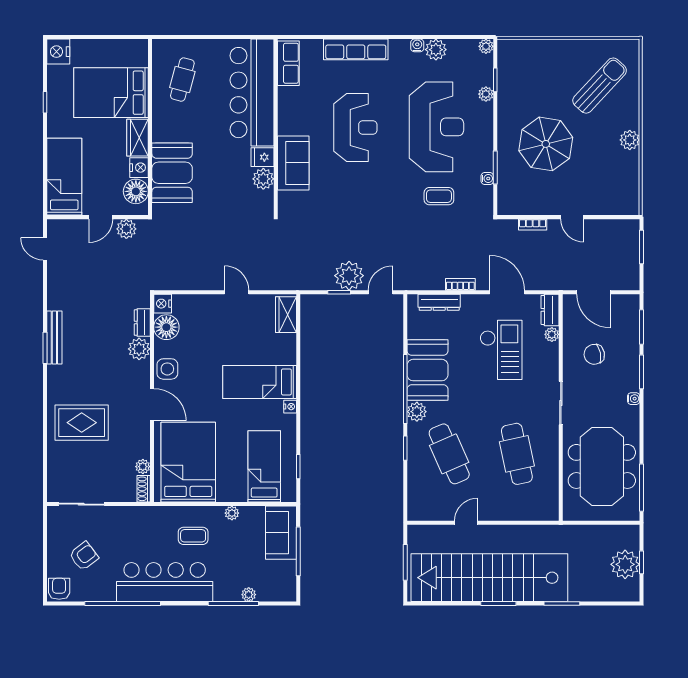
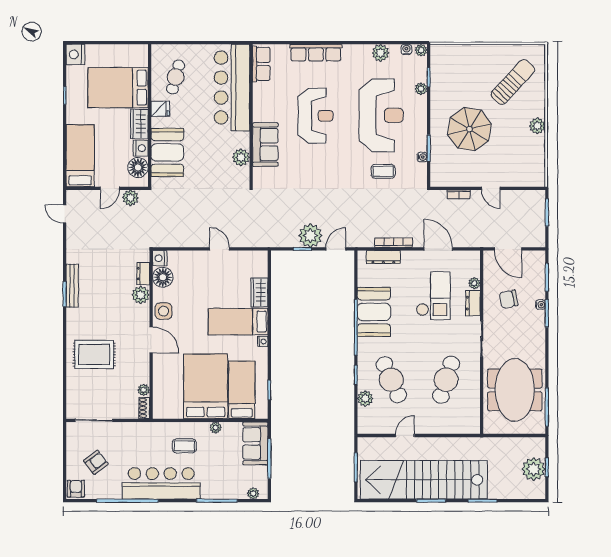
water cooler: (417, 45) -> (406, 49), moved
fridge: (262, 157) -> (160, 109), moved, turned 180
bookcase: (460, 284) -> (394, 243), width x1.56
dresser: (550, 310) -> (473, 303), moved
wardrobe: (286, 315) -> (259, 292), moved
water cooler: (634, 399) -> (541, 305), moved
plant: (417, 412) -> (365, 398), moved
cafe table: (517, 454) -> (446, 380), turned 30
bed: (188, 462) -> (206, 386), moved
plant: (249, 595) -> (253, 493), moved

